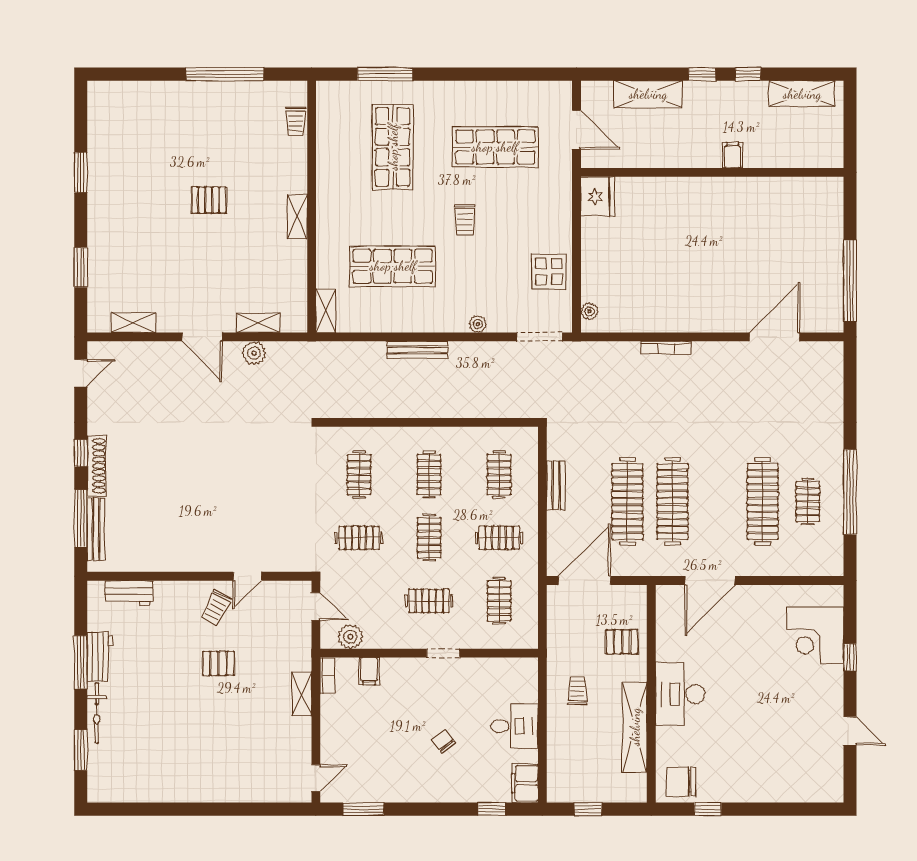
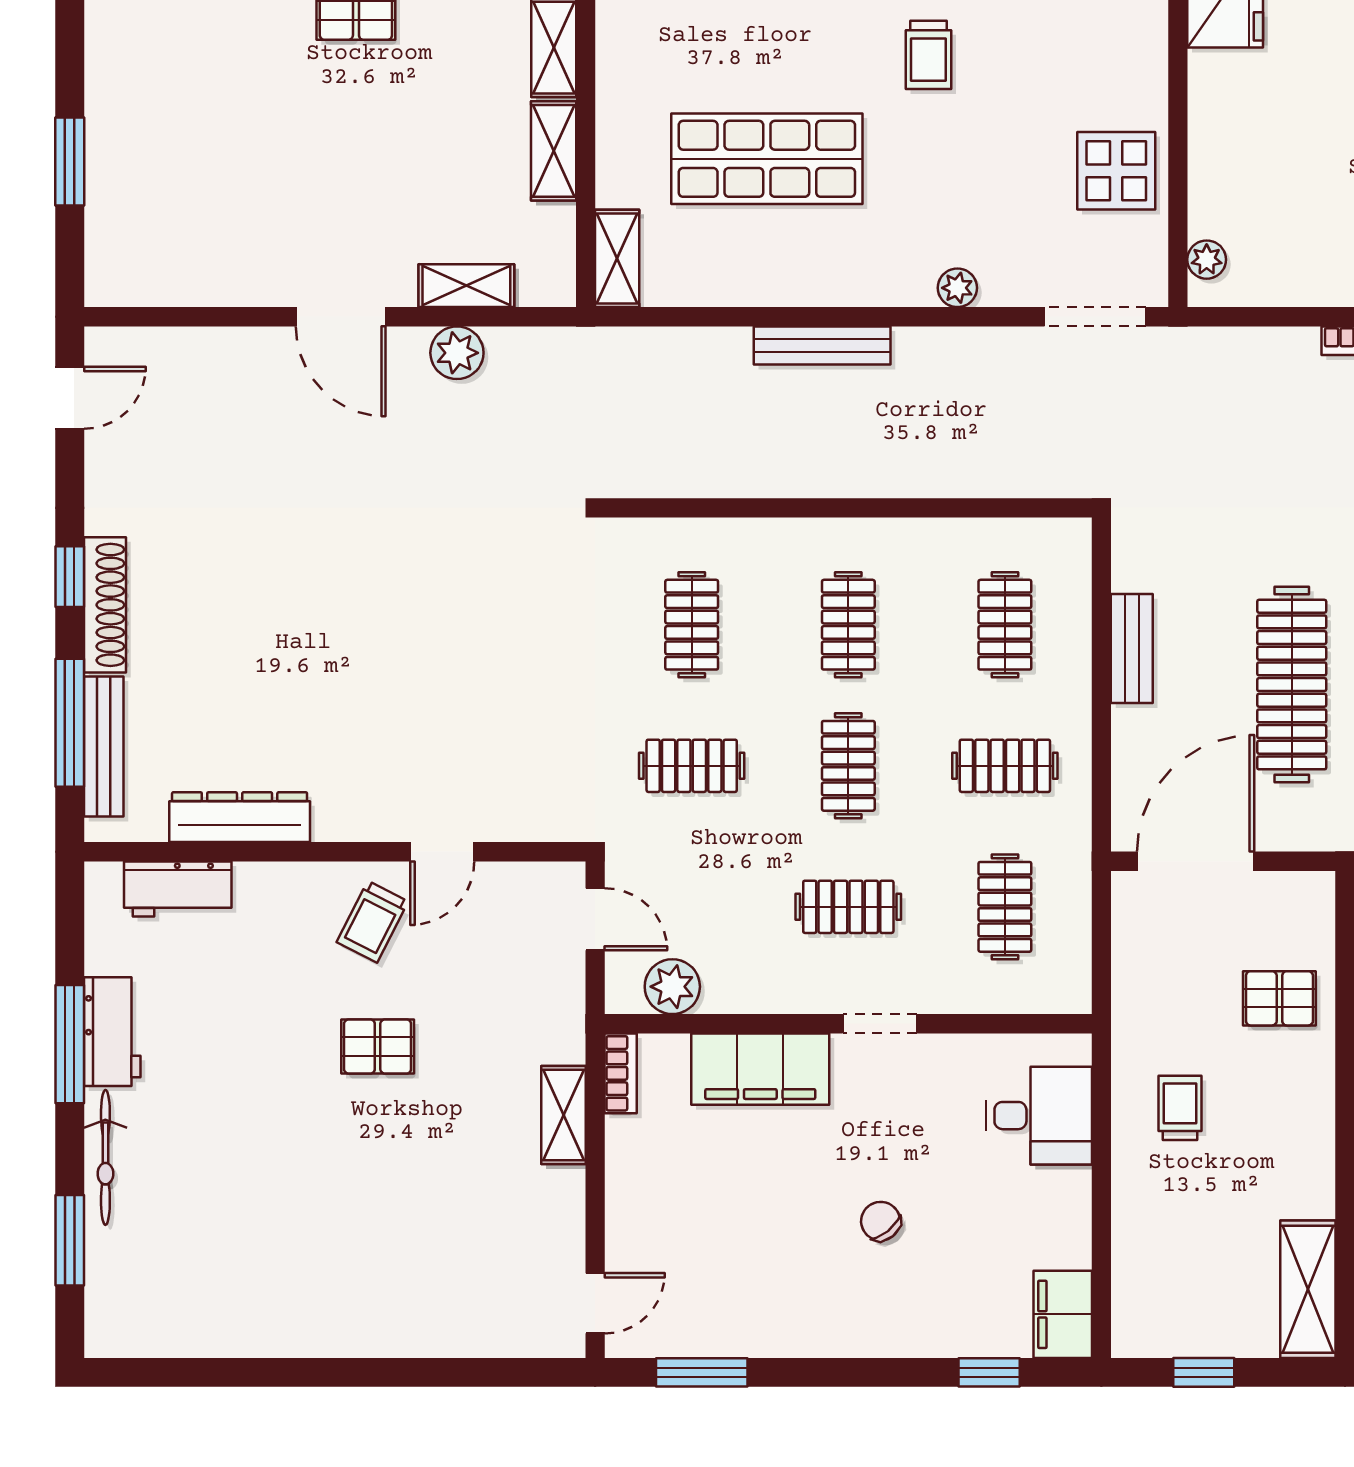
shelving: (133, 323) -> (554, 151), moved, turned 90
dresser: (157, 561) -> (240, 817), added
filing cabinet: (369, 671) -> (760, 1069), width x3.00, depth x1.17
desk: (514, 726) -> (1039, 1116), moved
shelving: (635, 727) -> (1308, 1289), moved, width x0.68

